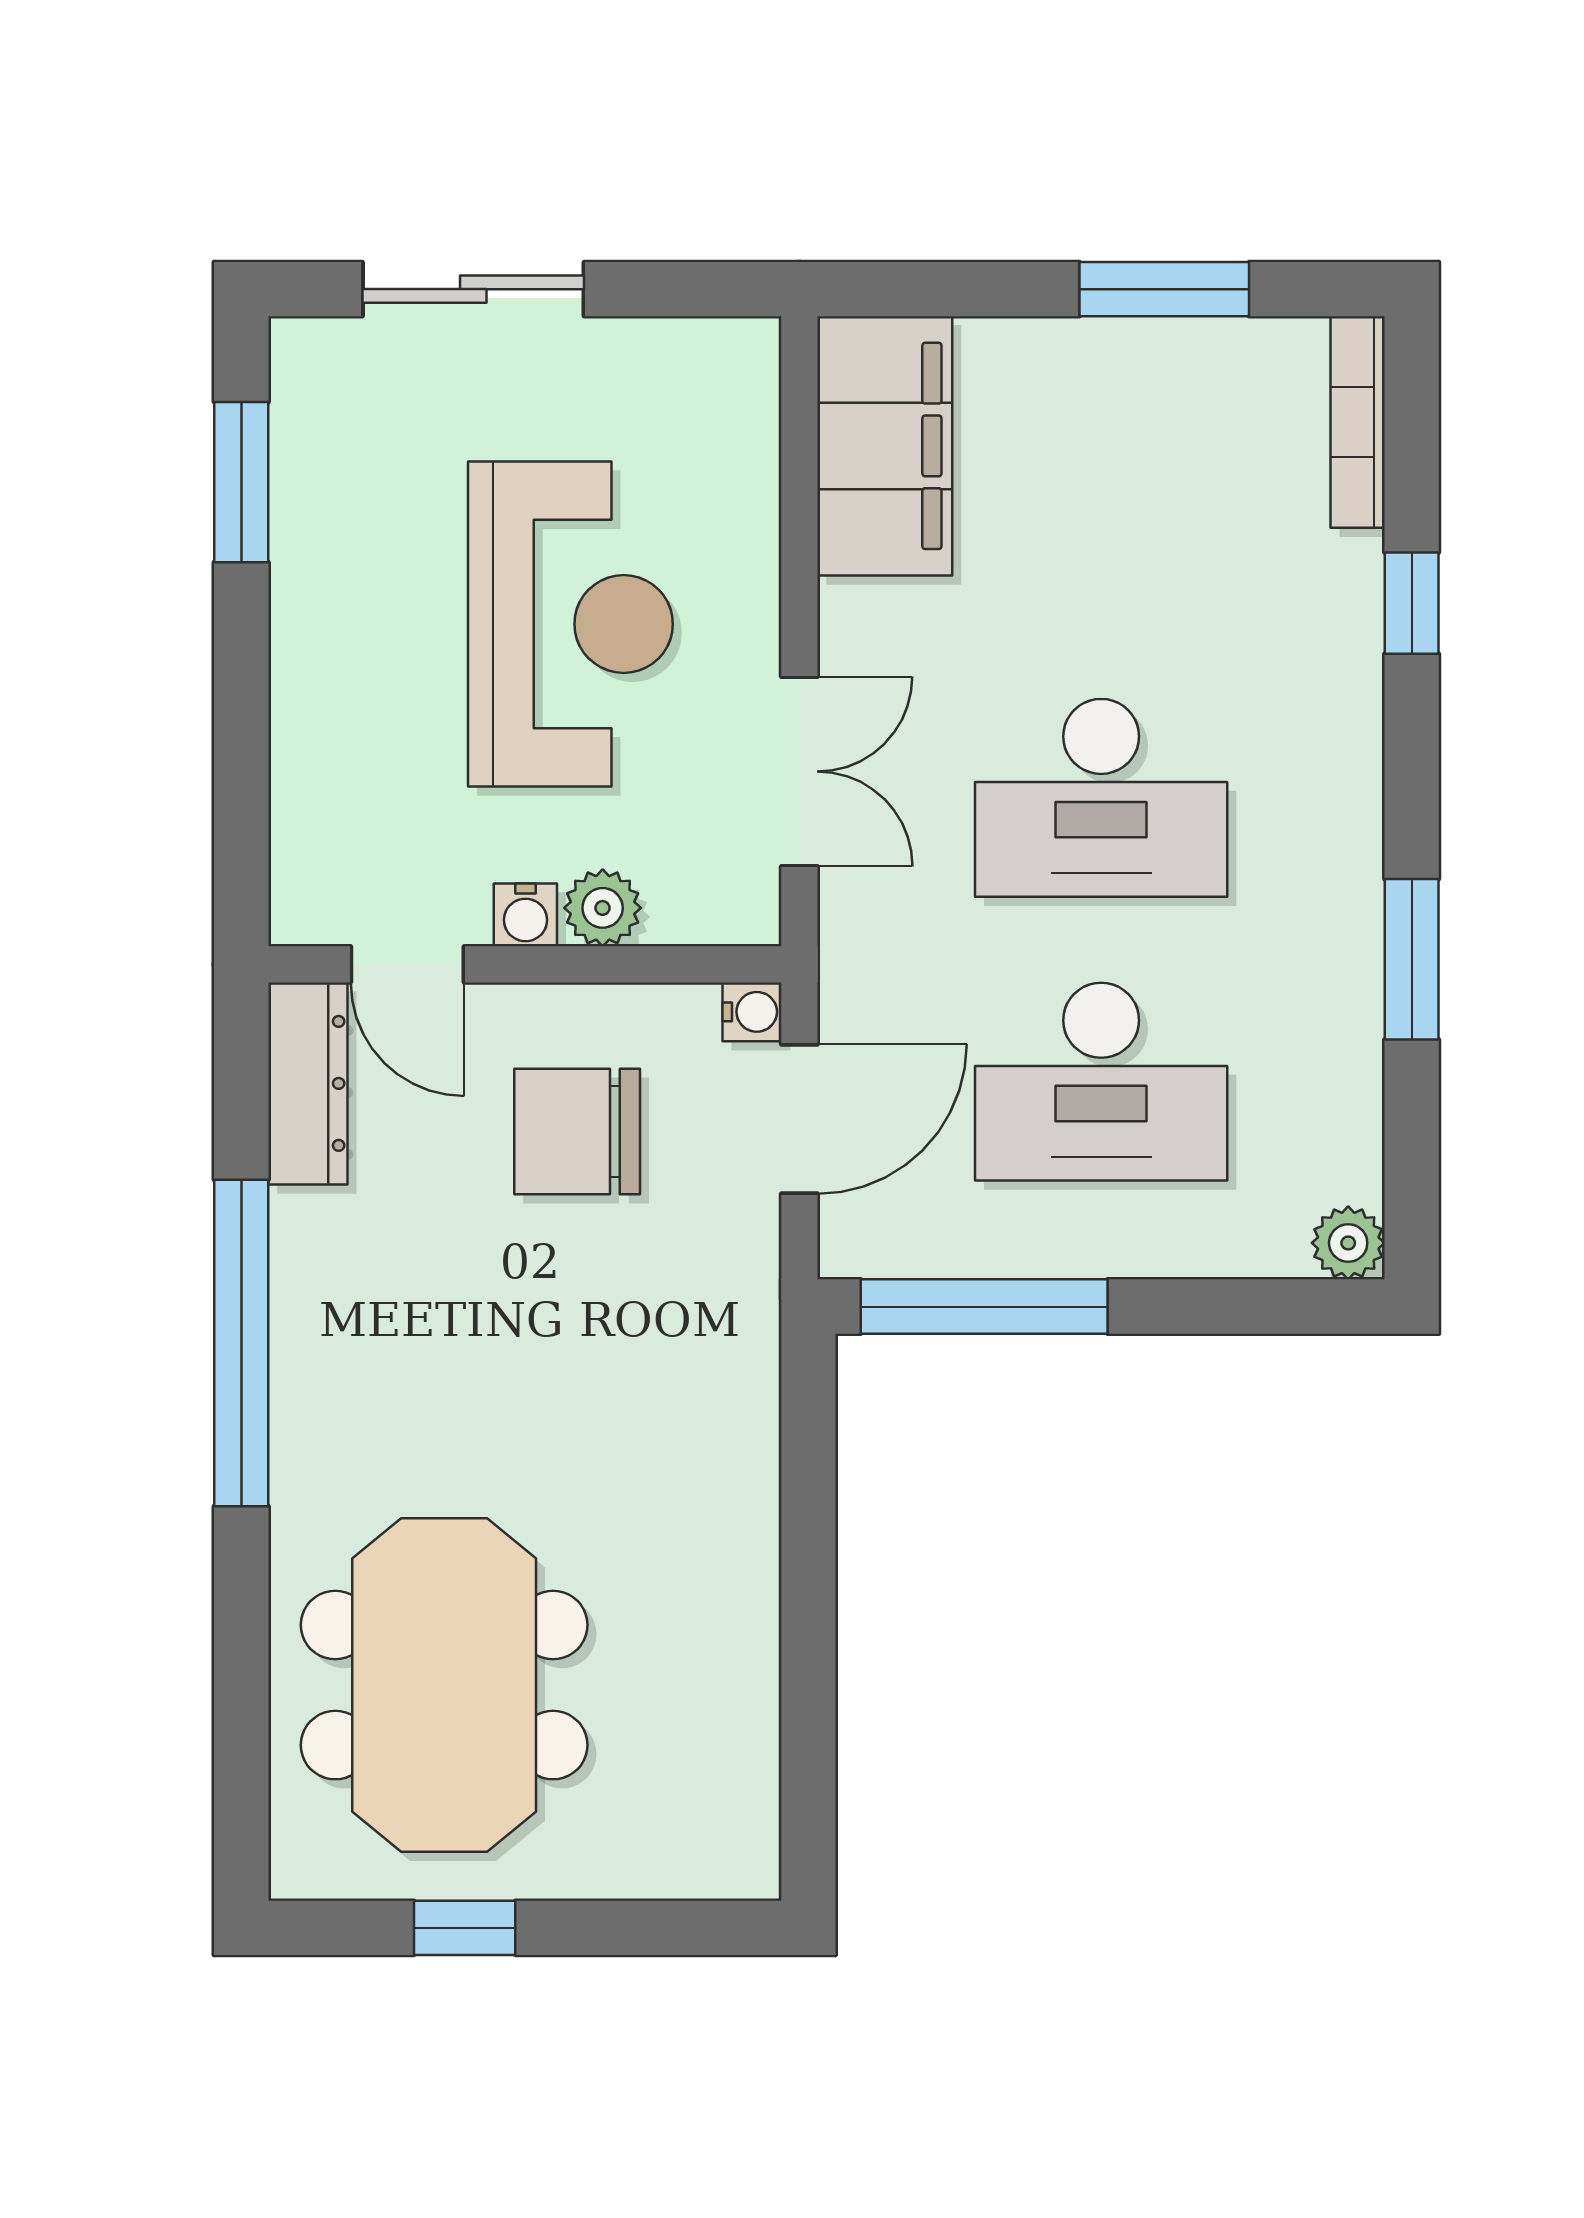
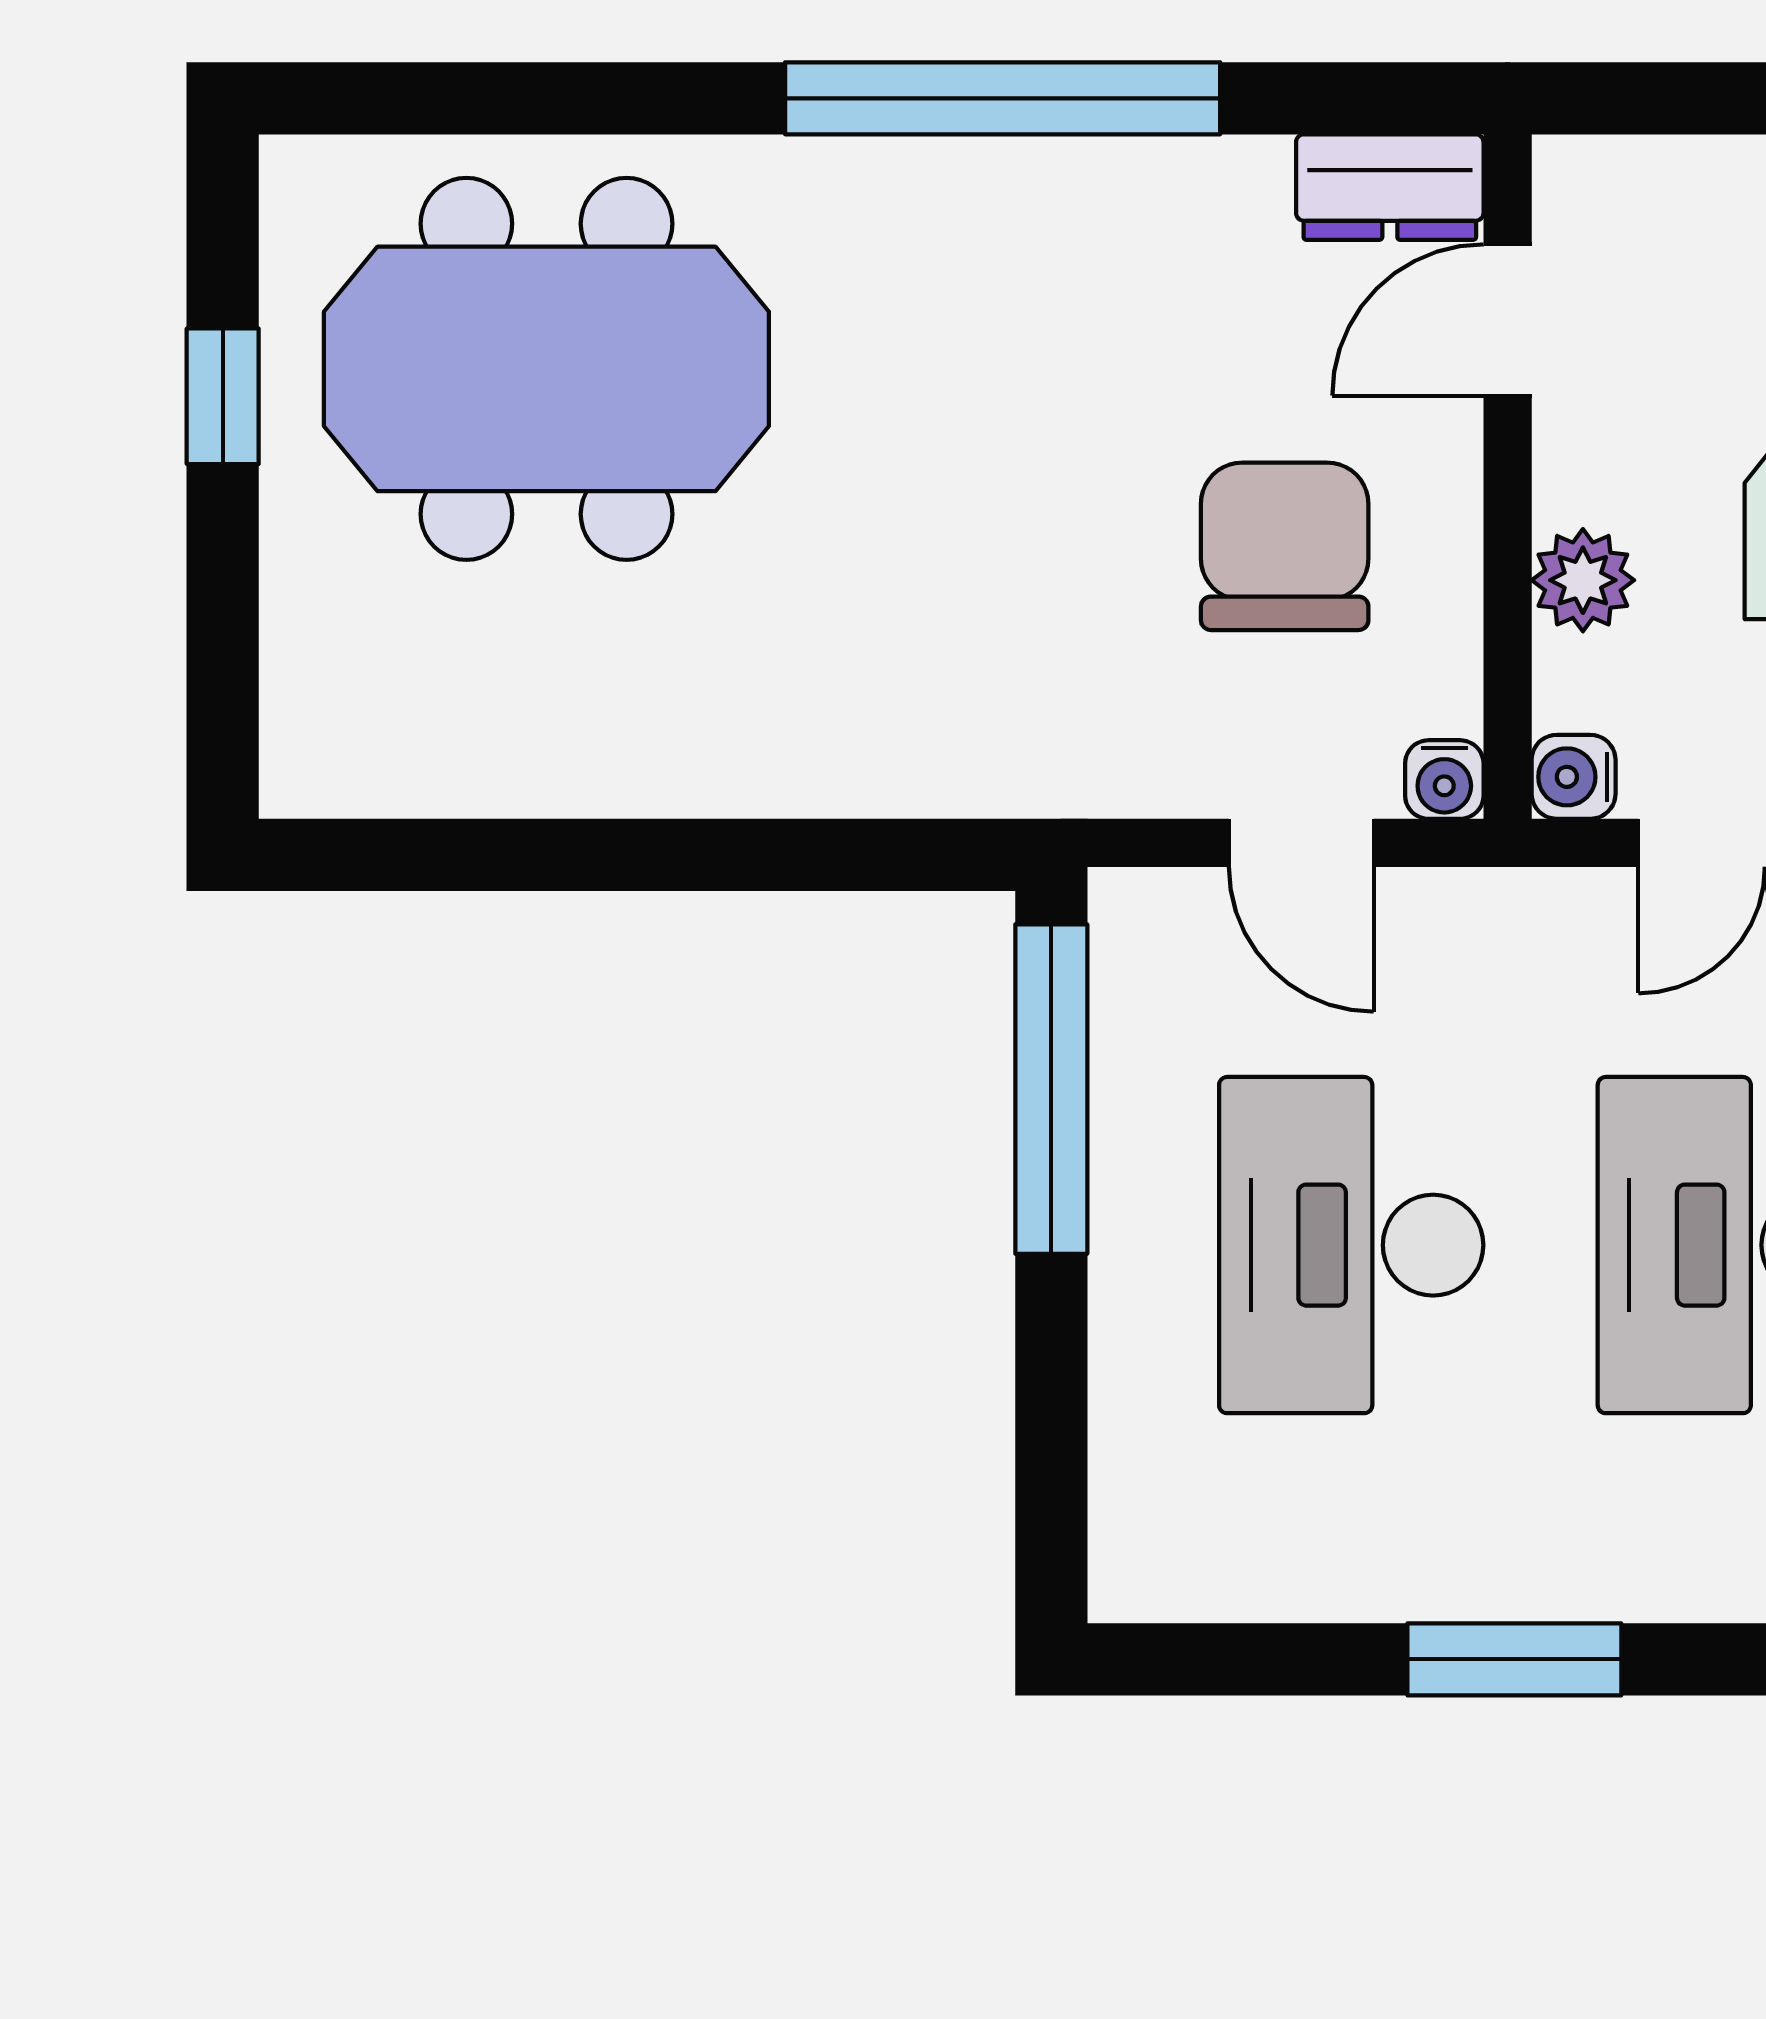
water cooler: (525, 915) -> (1574, 777), moved
dresser: (308, 1083) -> (1390, 187), width x0.70
door: (799, 1119) -> (1301, 843), width x0.73
plant: (1348, 1243) -> (1136, 1575), removed

